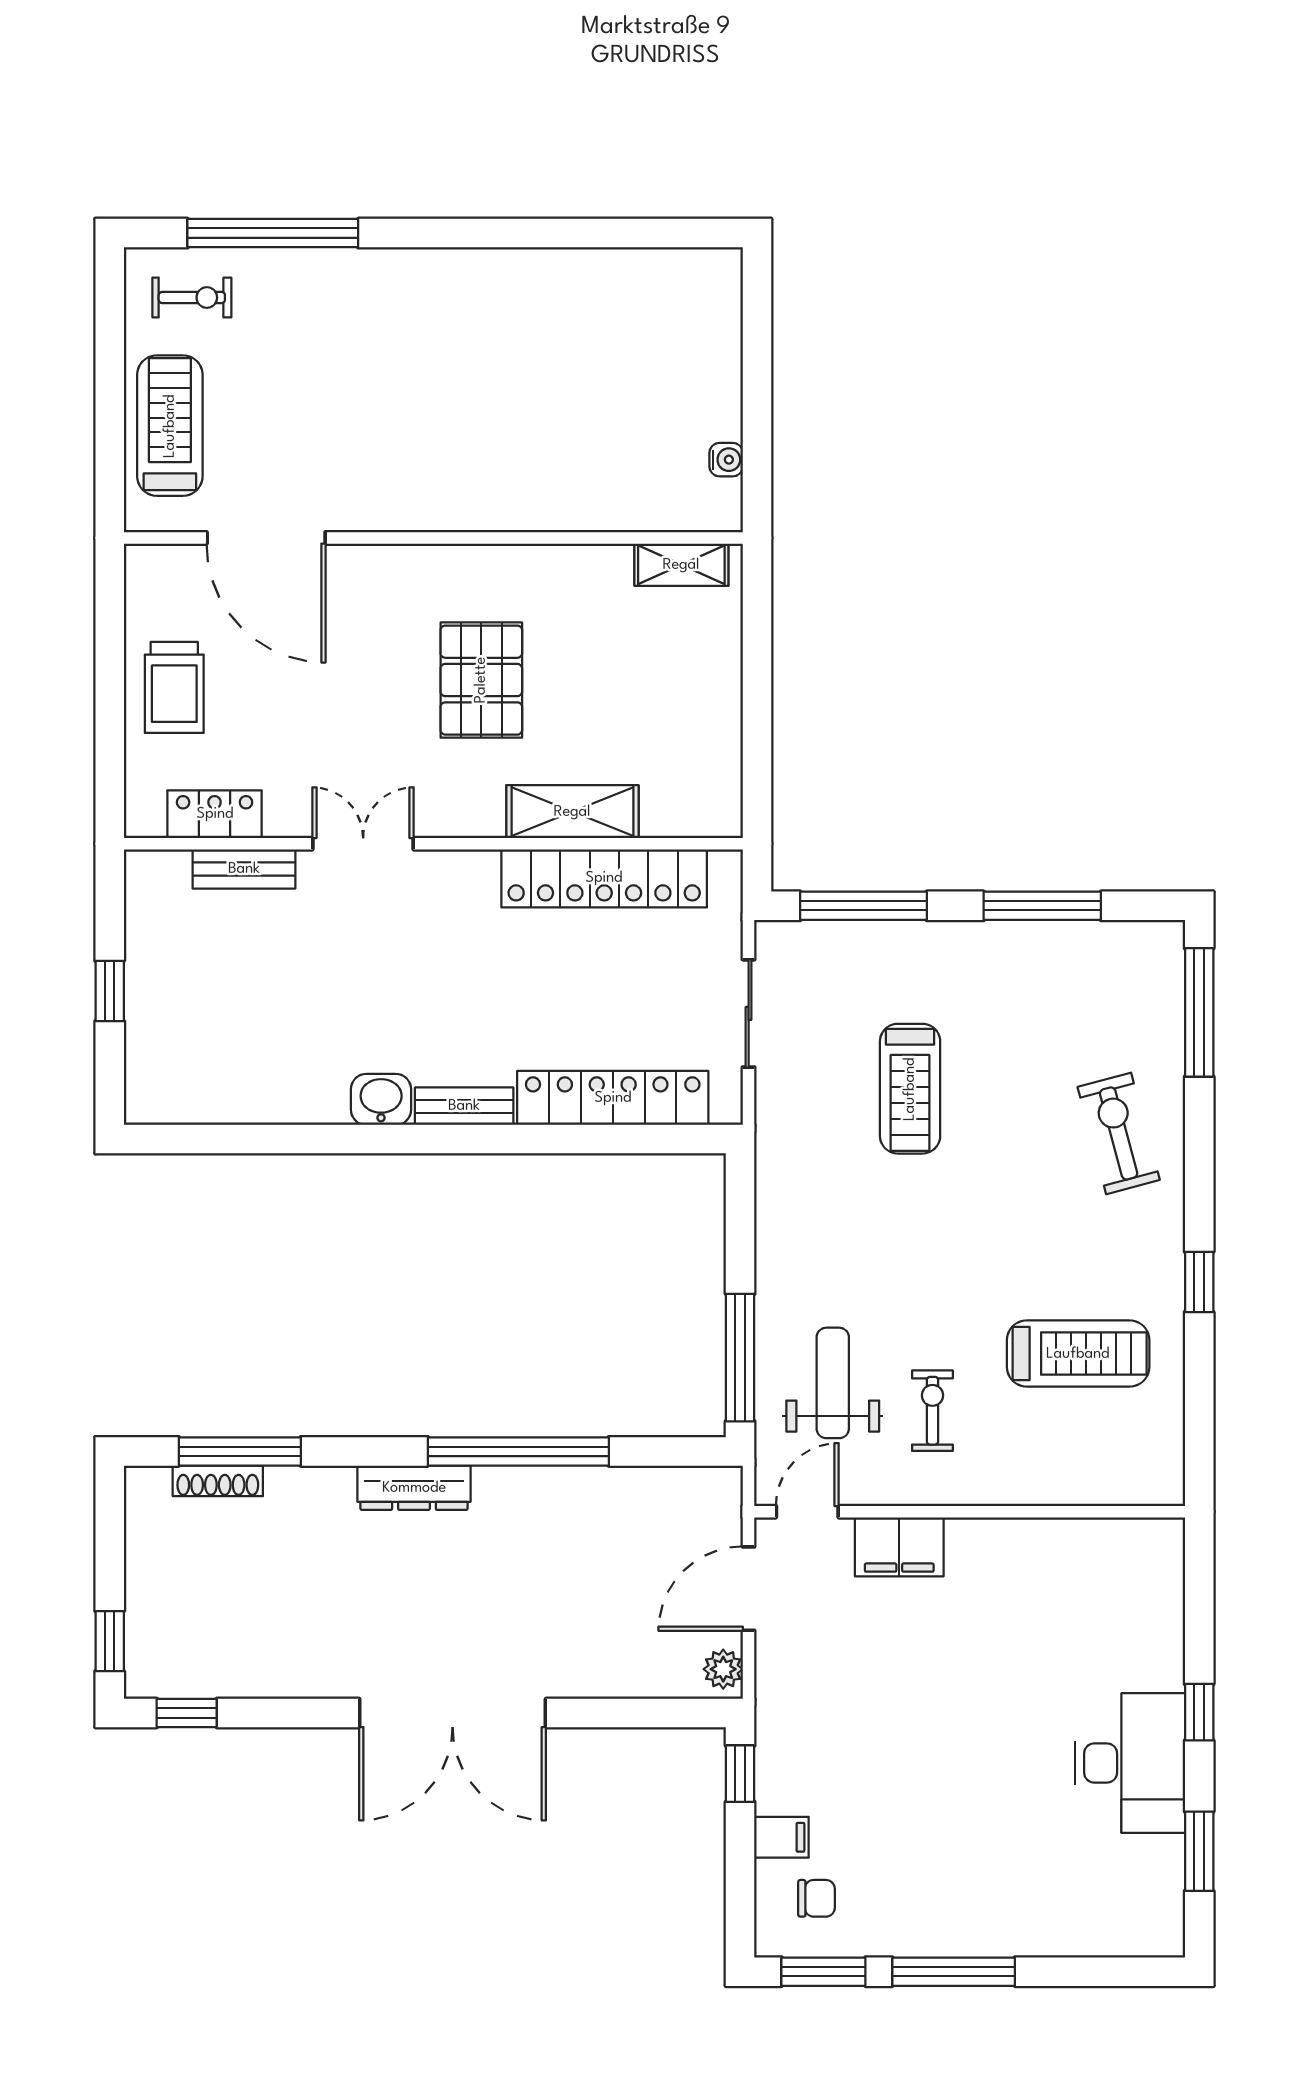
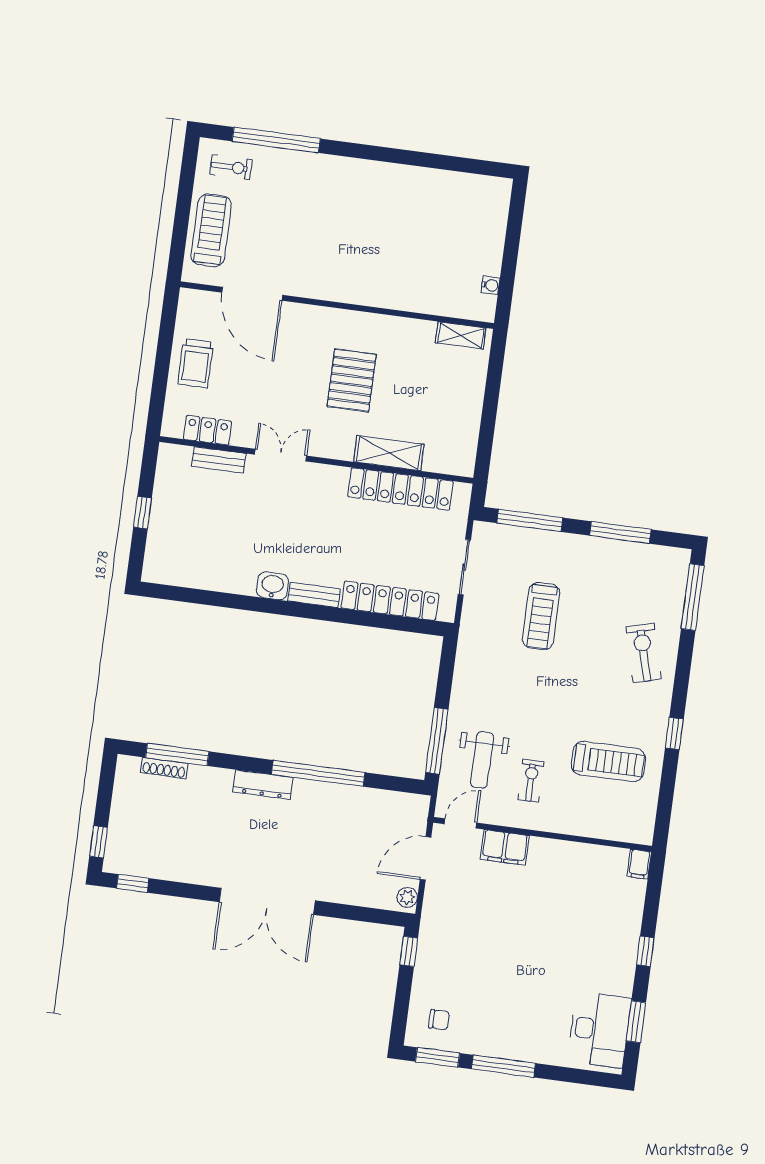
weight bench: (833, 1383) -> (482, 760), turned 180
desk: (1130, 1763) -> (599, 1030), moved
filing cabinet: (781, 1837) -> (639, 864), moved, turned 90

